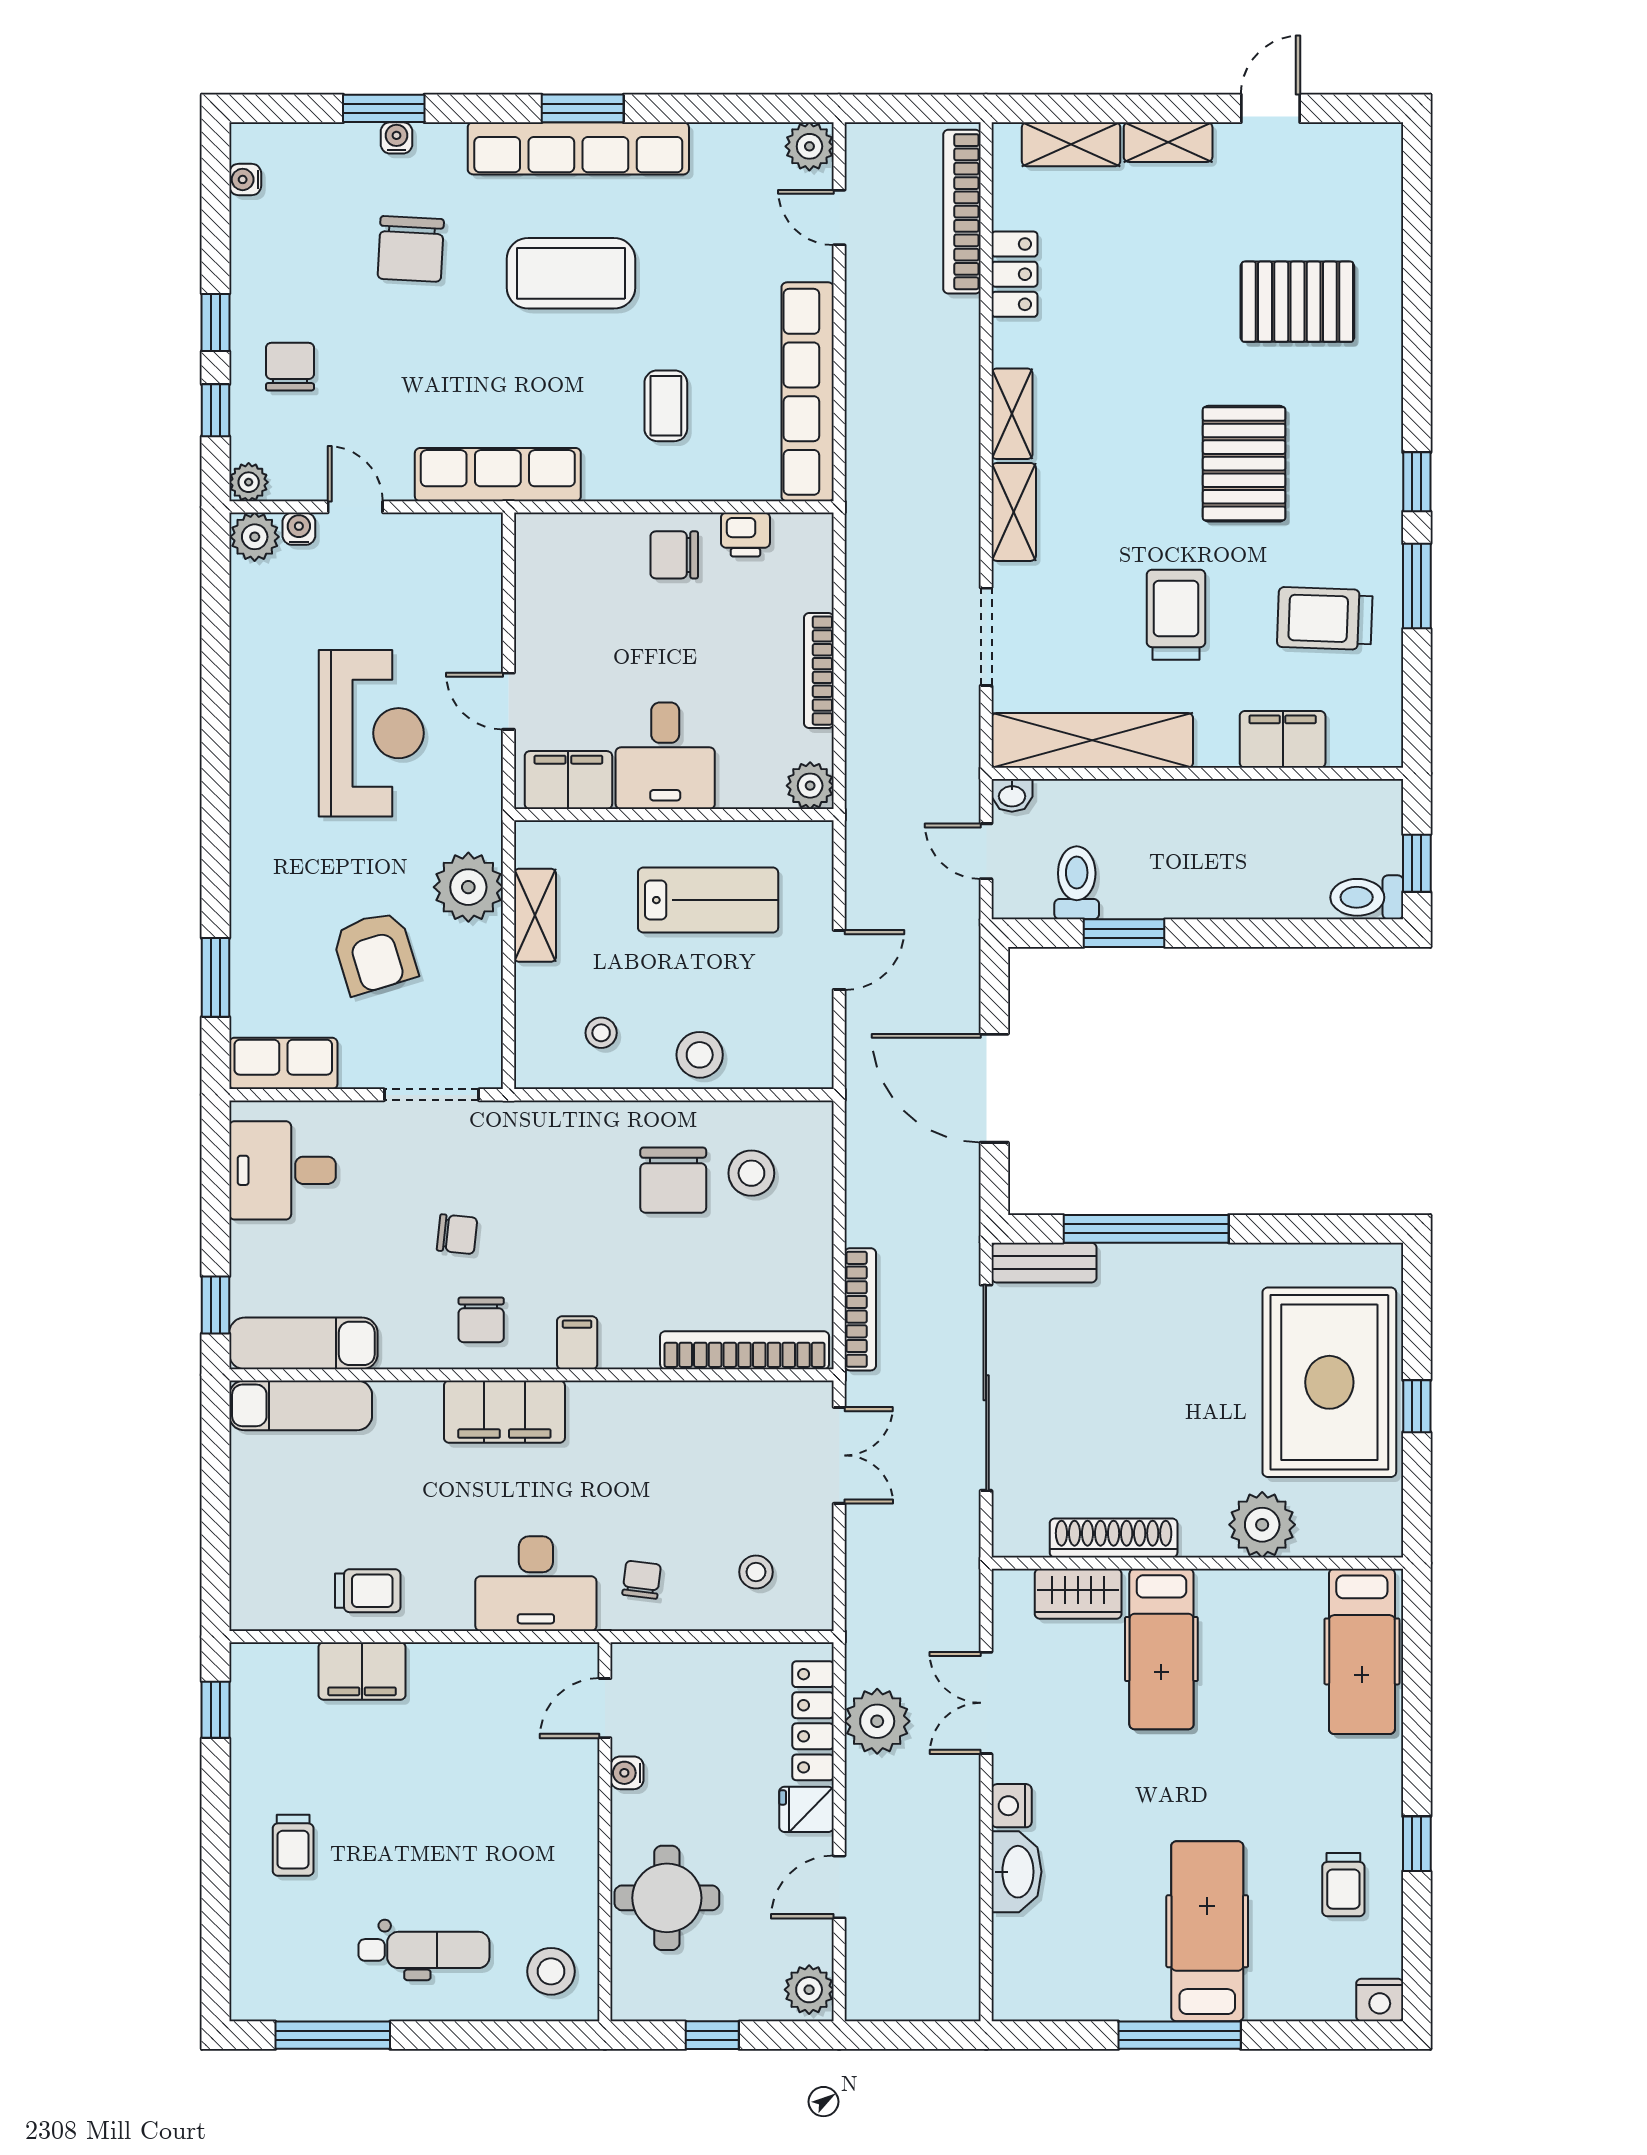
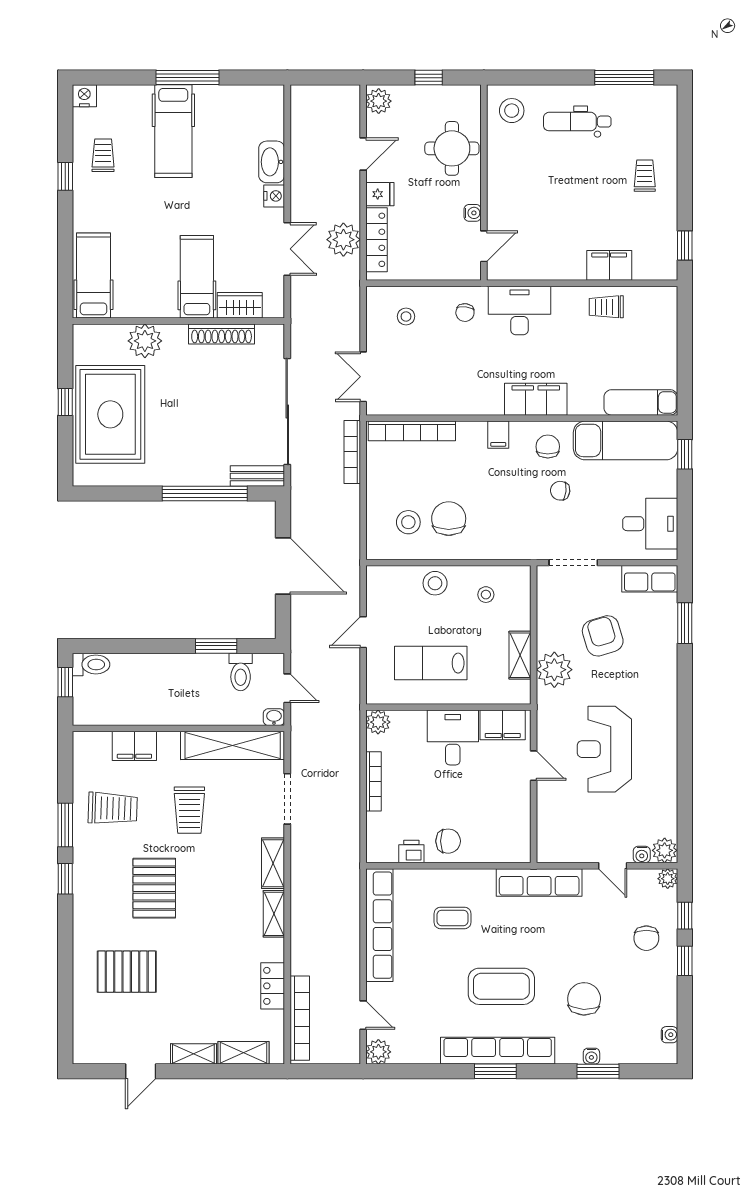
coffee table: (666, 406) -> (453, 918), turned 90
exam couch: (303, 1343) -> (626, 440), width x1.36, depth x1.45

